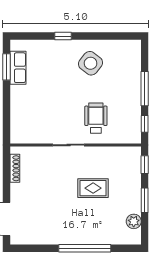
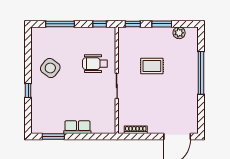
row of seats: (18, 68) -> (77, 127), moved
window: (145, 89) -> (60, 24), moved
rug: (93, 188) -> (152, 66), turned 90

